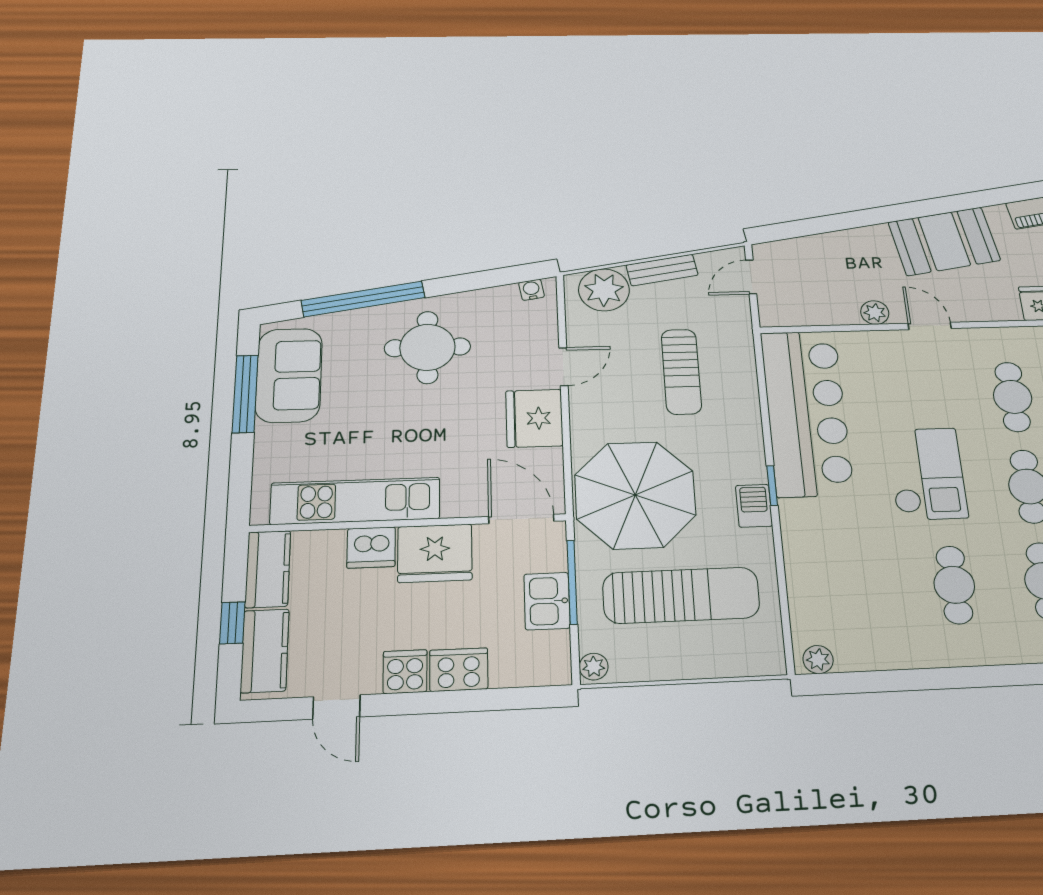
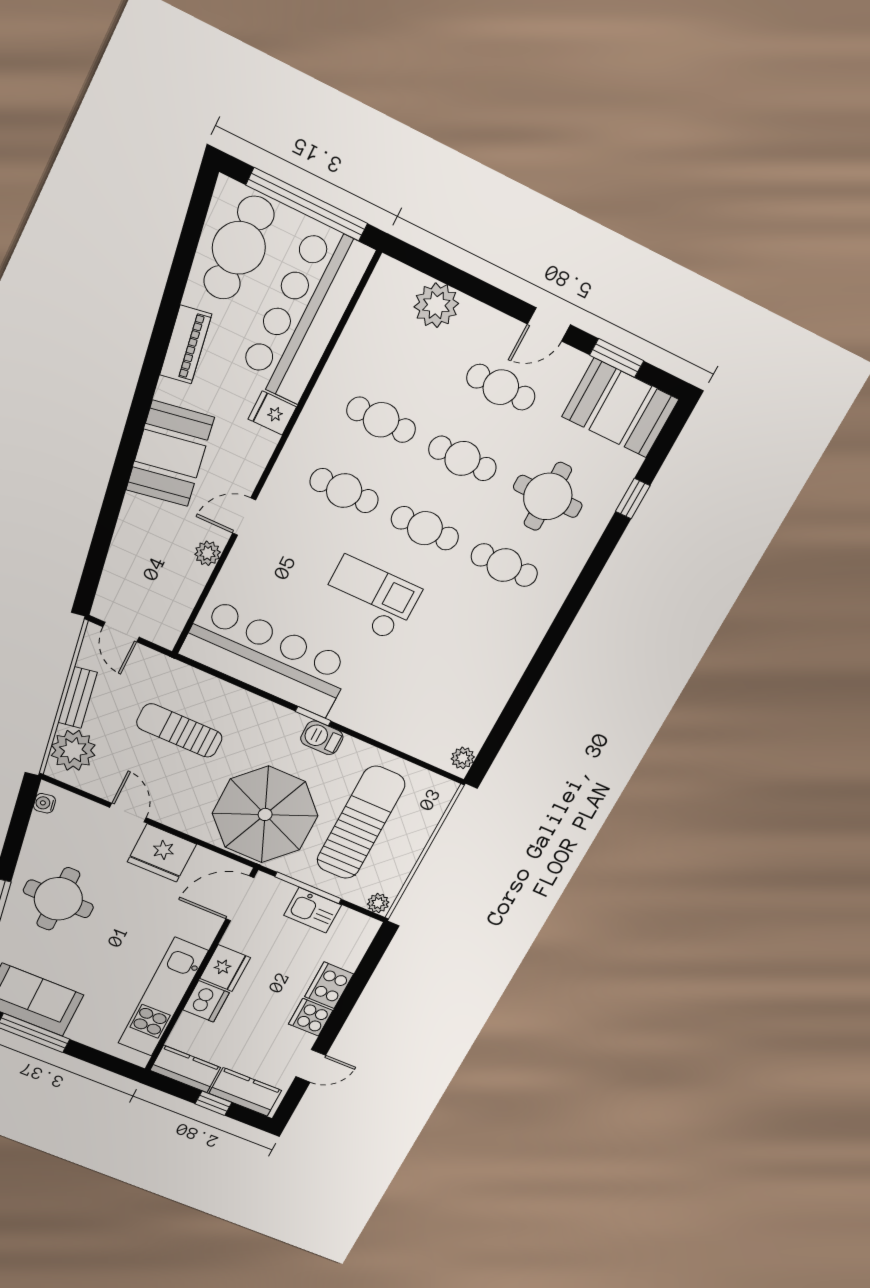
sun lounger: (681, 371) -> (179, 730), turned 180
fridge: (435, 553) -> (225, 968), width x0.73, depth x0.75
cafe table: (954, 585) -> (467, 632), removed

